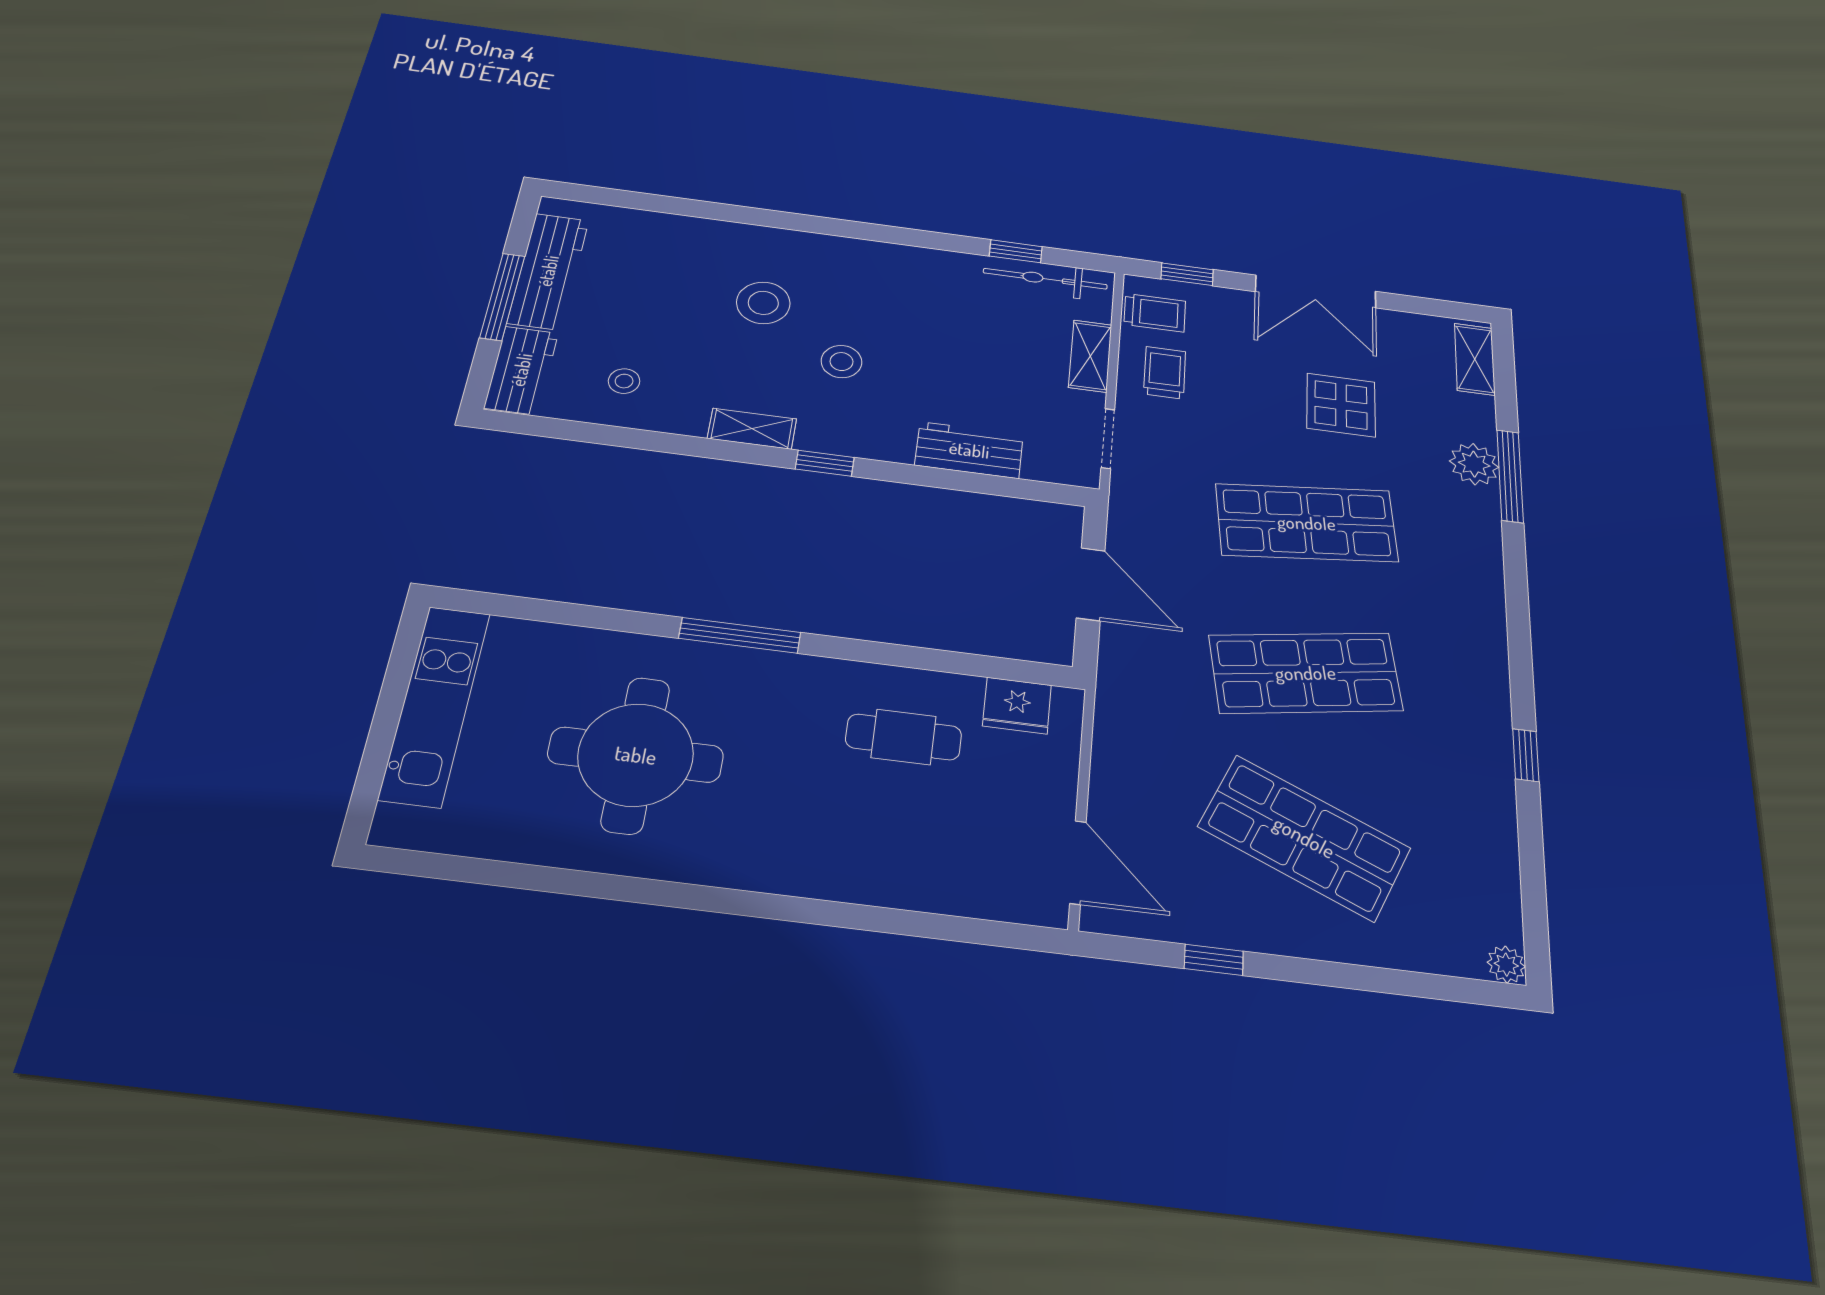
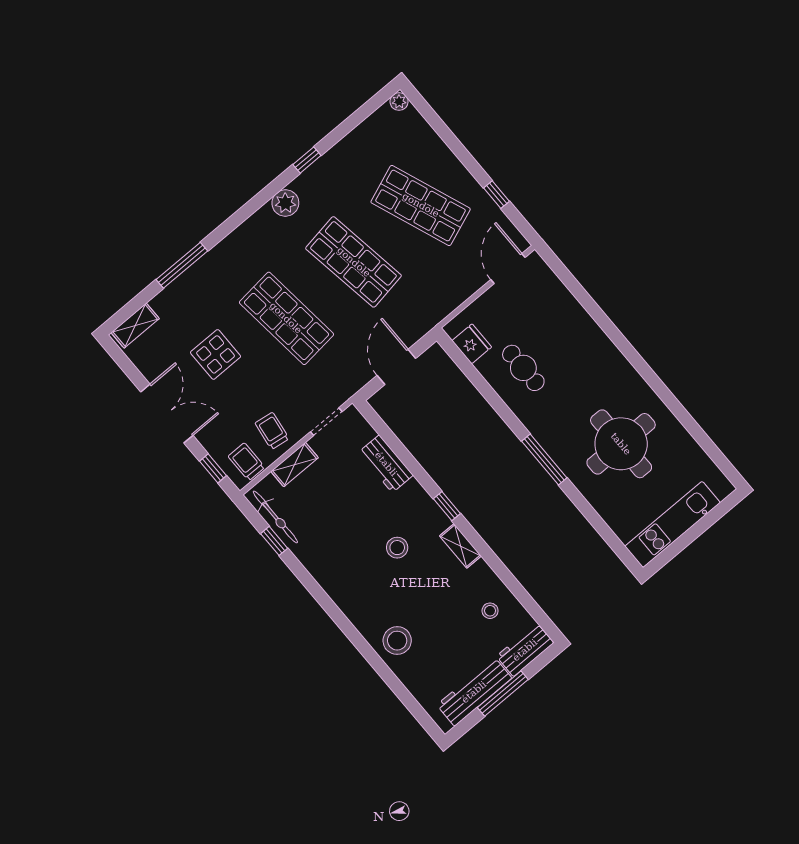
stool: (763, 303) -> (397, 641), moved
trolley: (1165, 373) -> (272, 431), turned 98
plant: (1474, 464) -> (285, 203), moved
shop shelf: (1304, 837) -> (421, 205), turned -45

